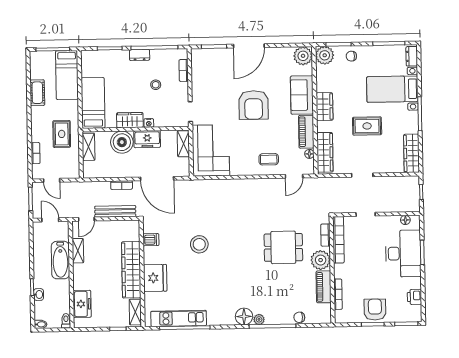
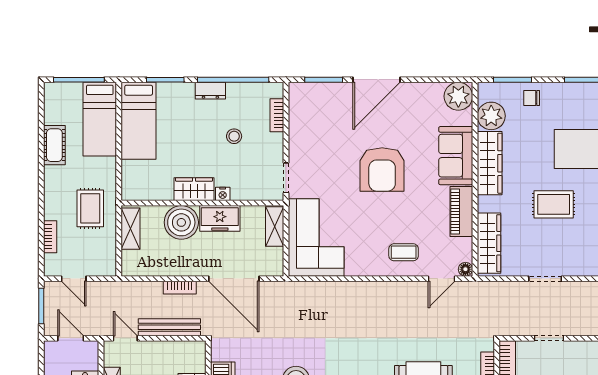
plant: (325, 55) -> (491, 116), moved
bed: (93, 103) -> (139, 121), moved, turned 180
wardrobe: (324, 107) -> (490, 163), width x1.50
floor lamp: (309, 154) -> (465, 269), moved
door: (86, 219) -> (125, 338), swing flipped

